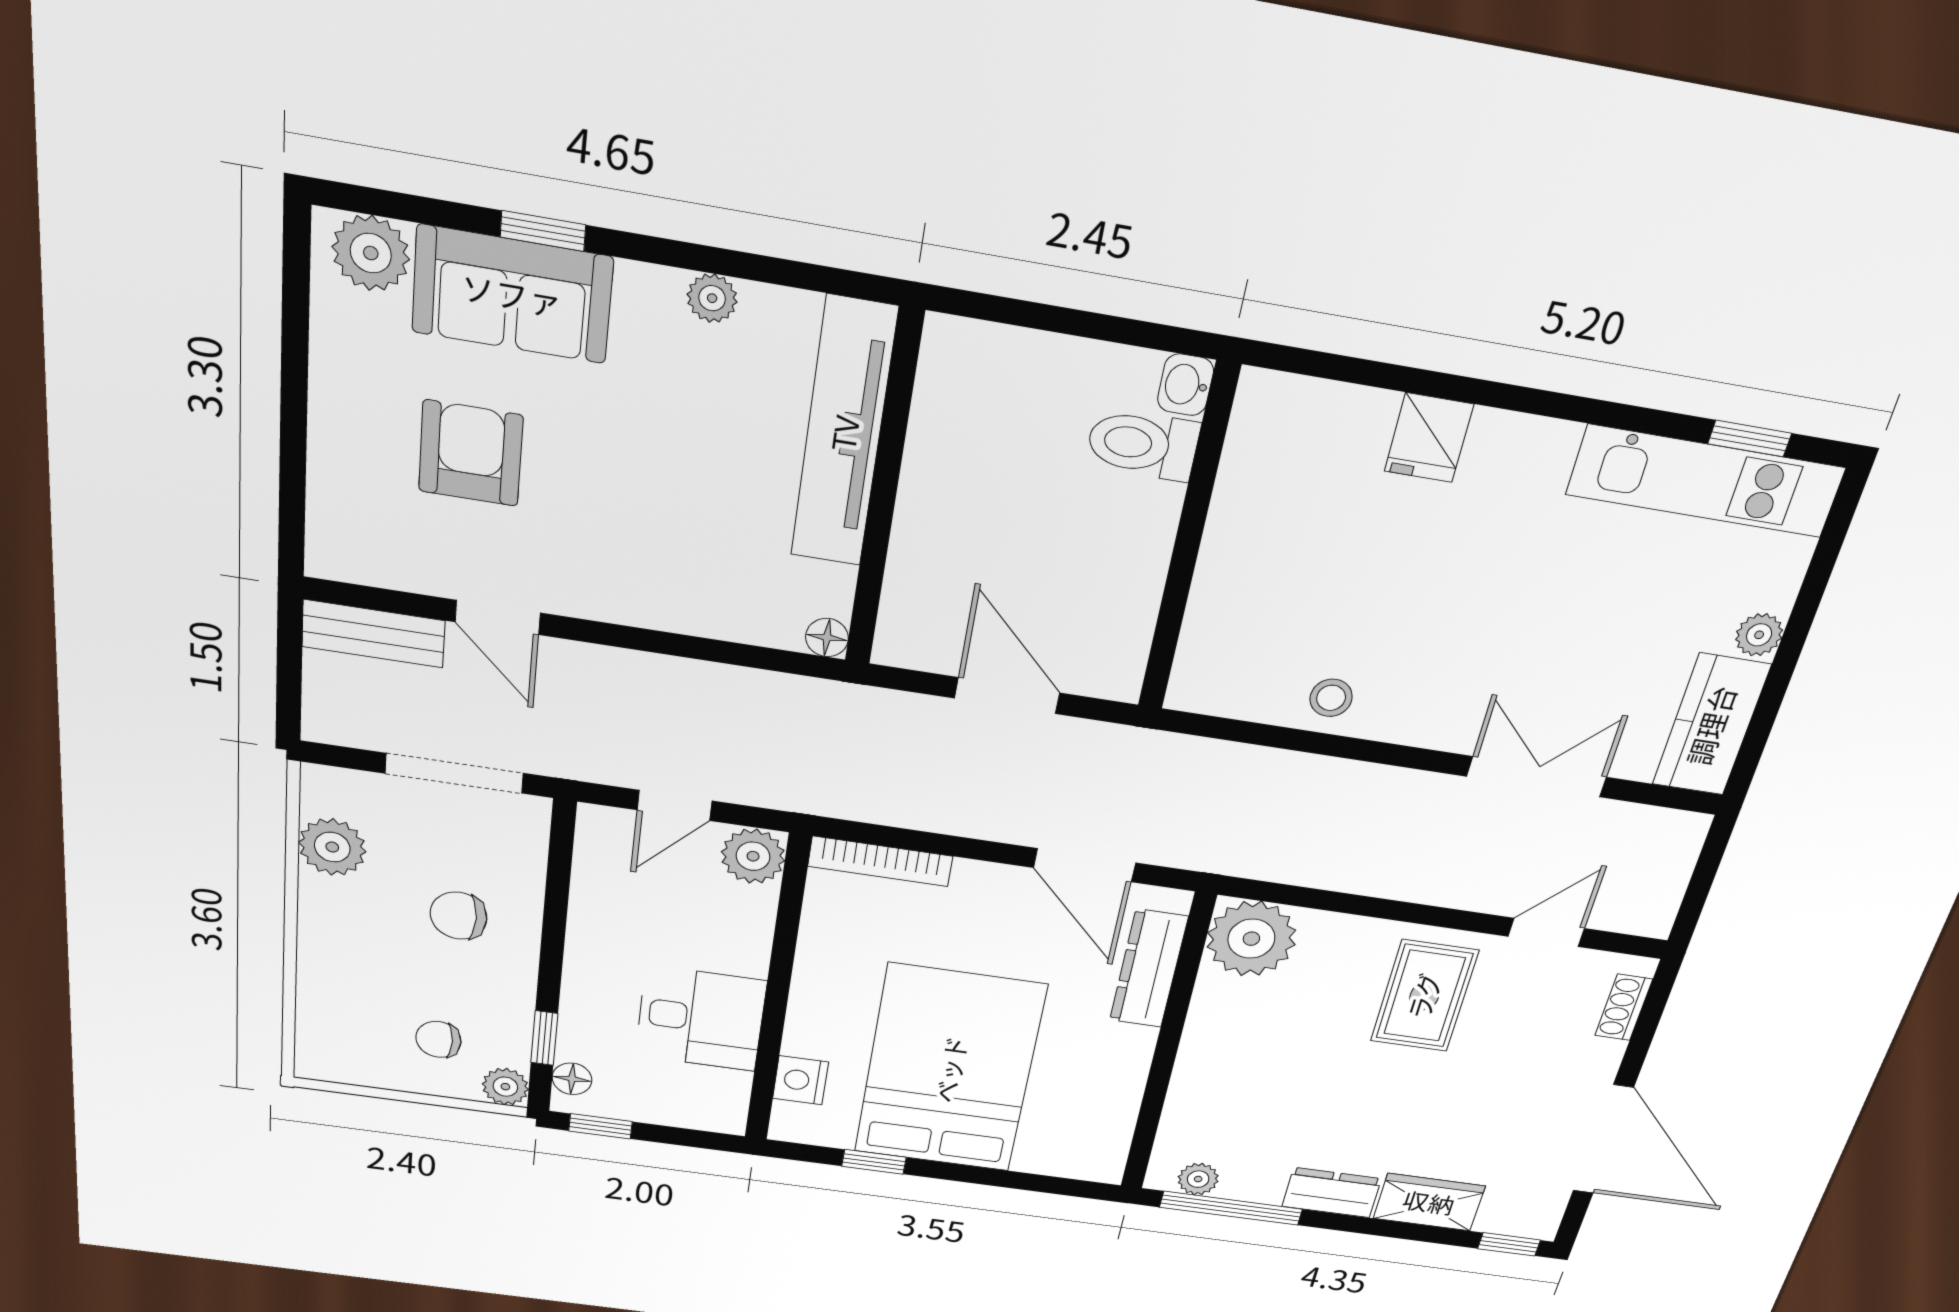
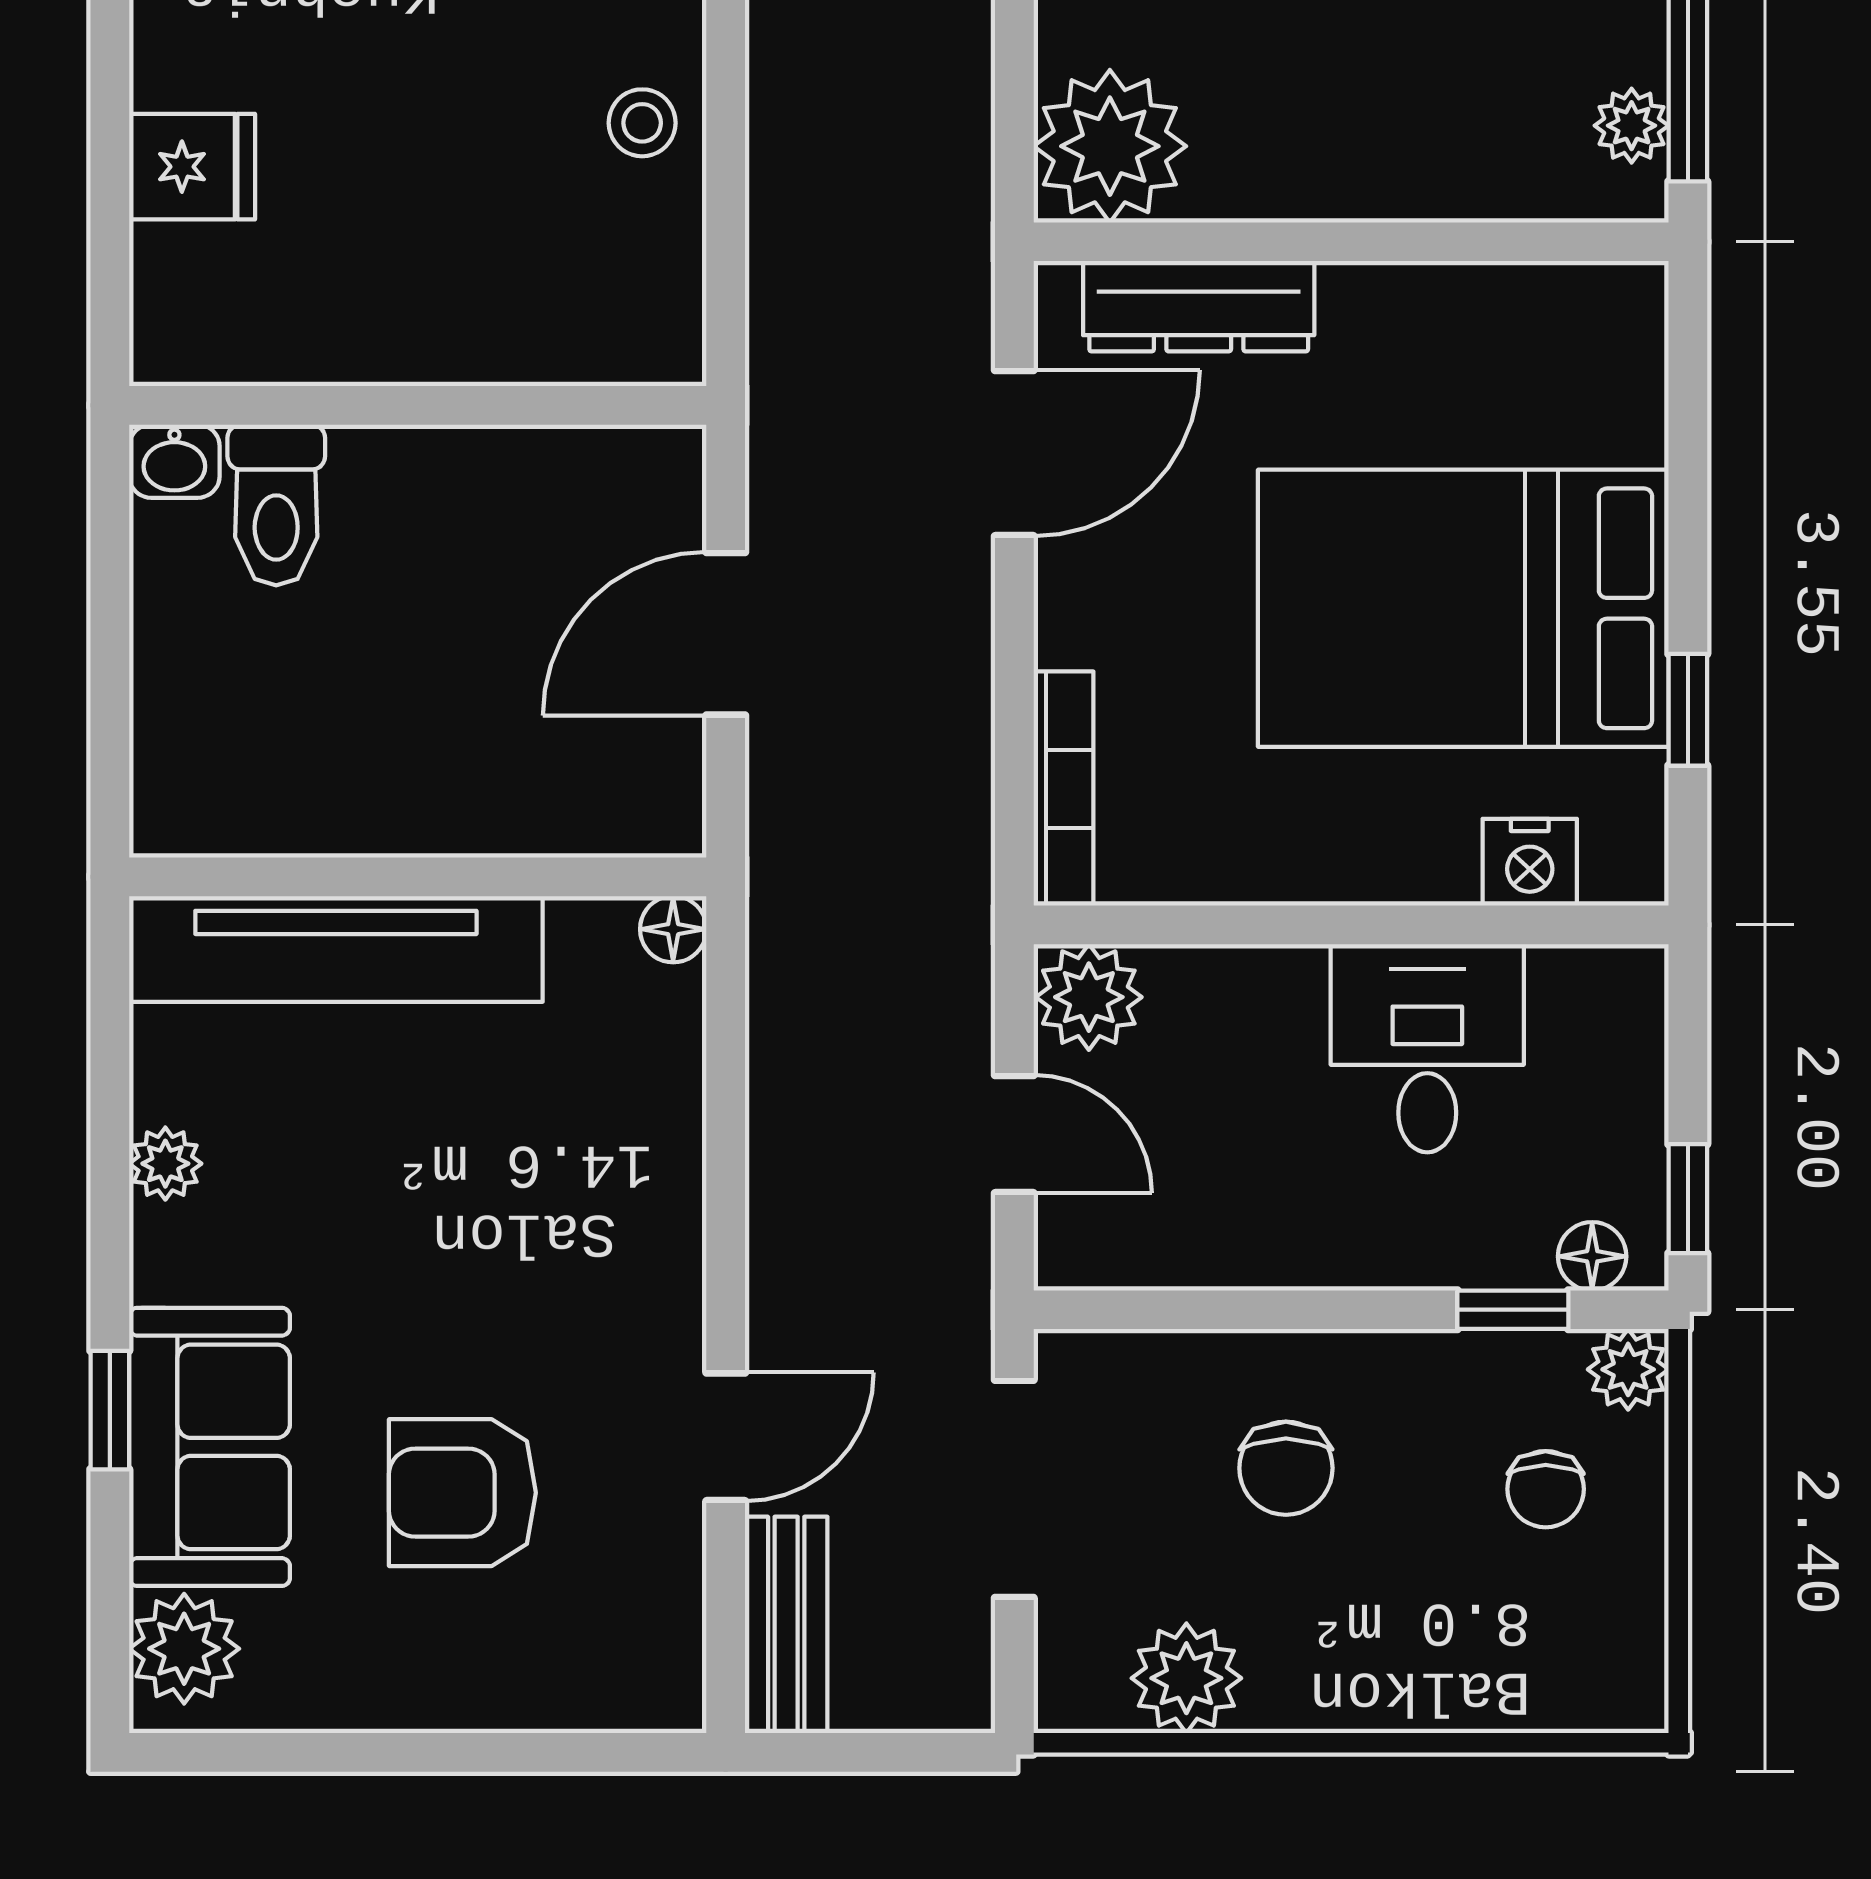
fridge: (1429, 438) -> (192, 167), moved

